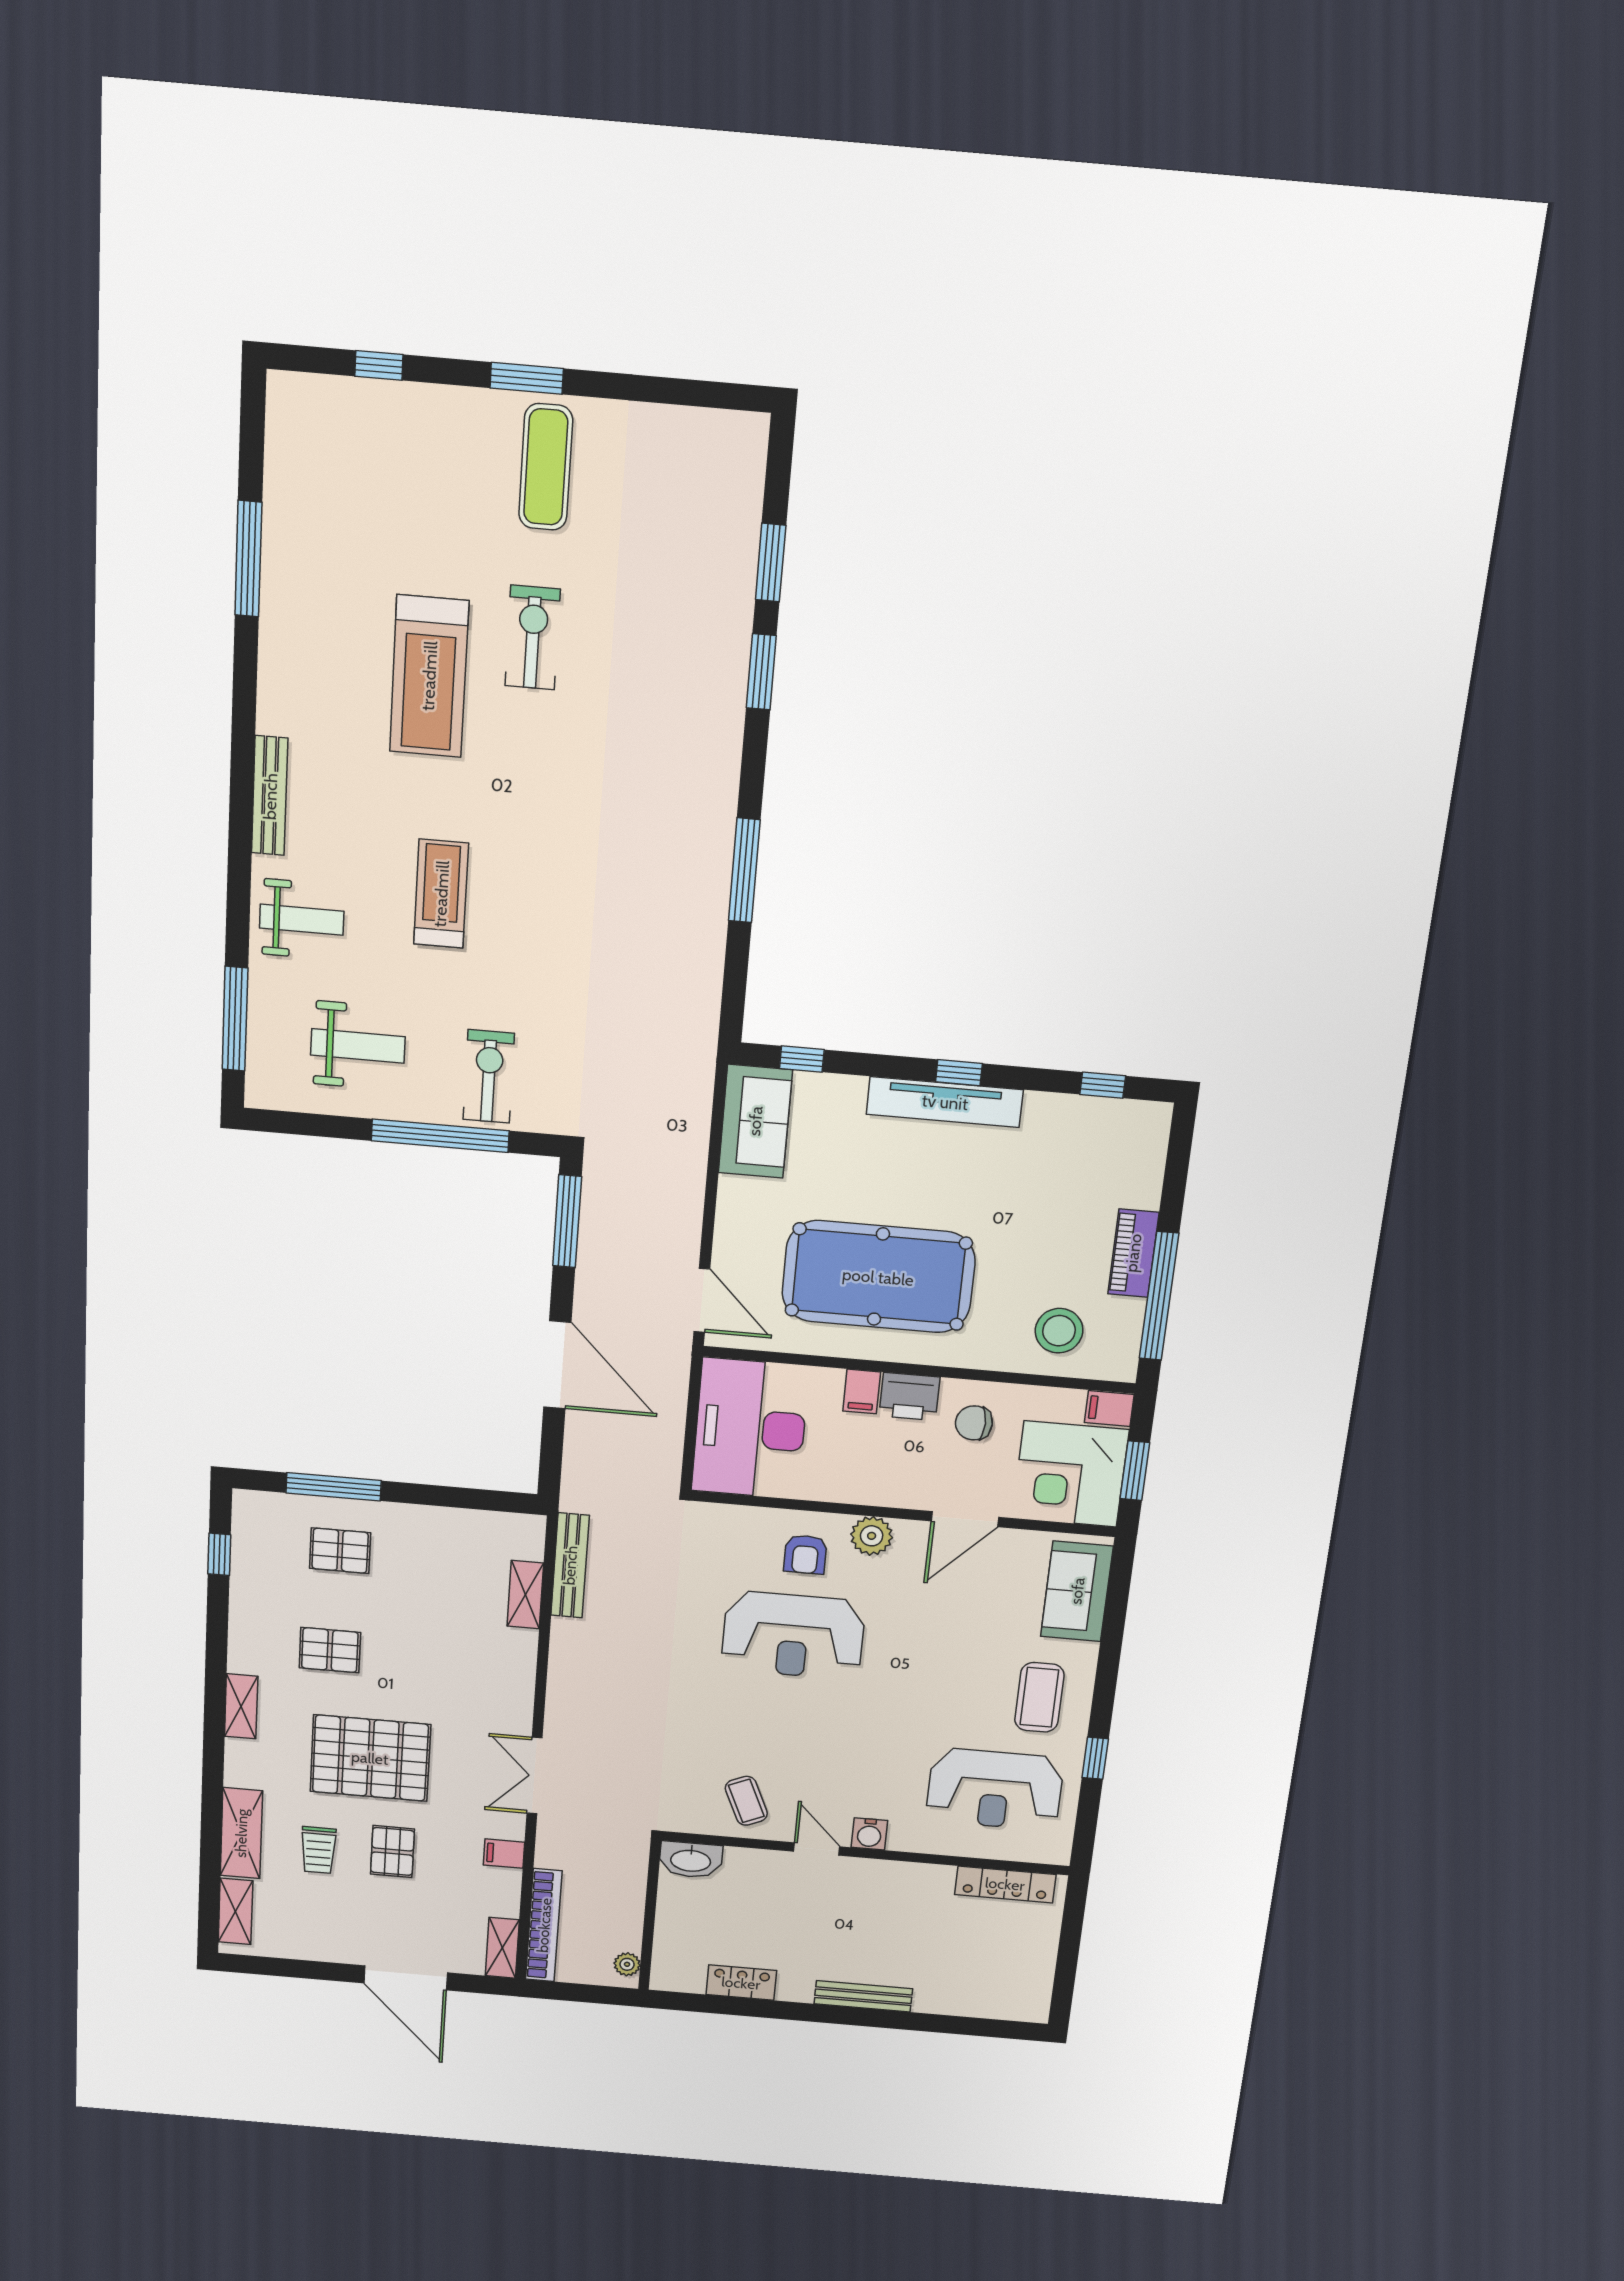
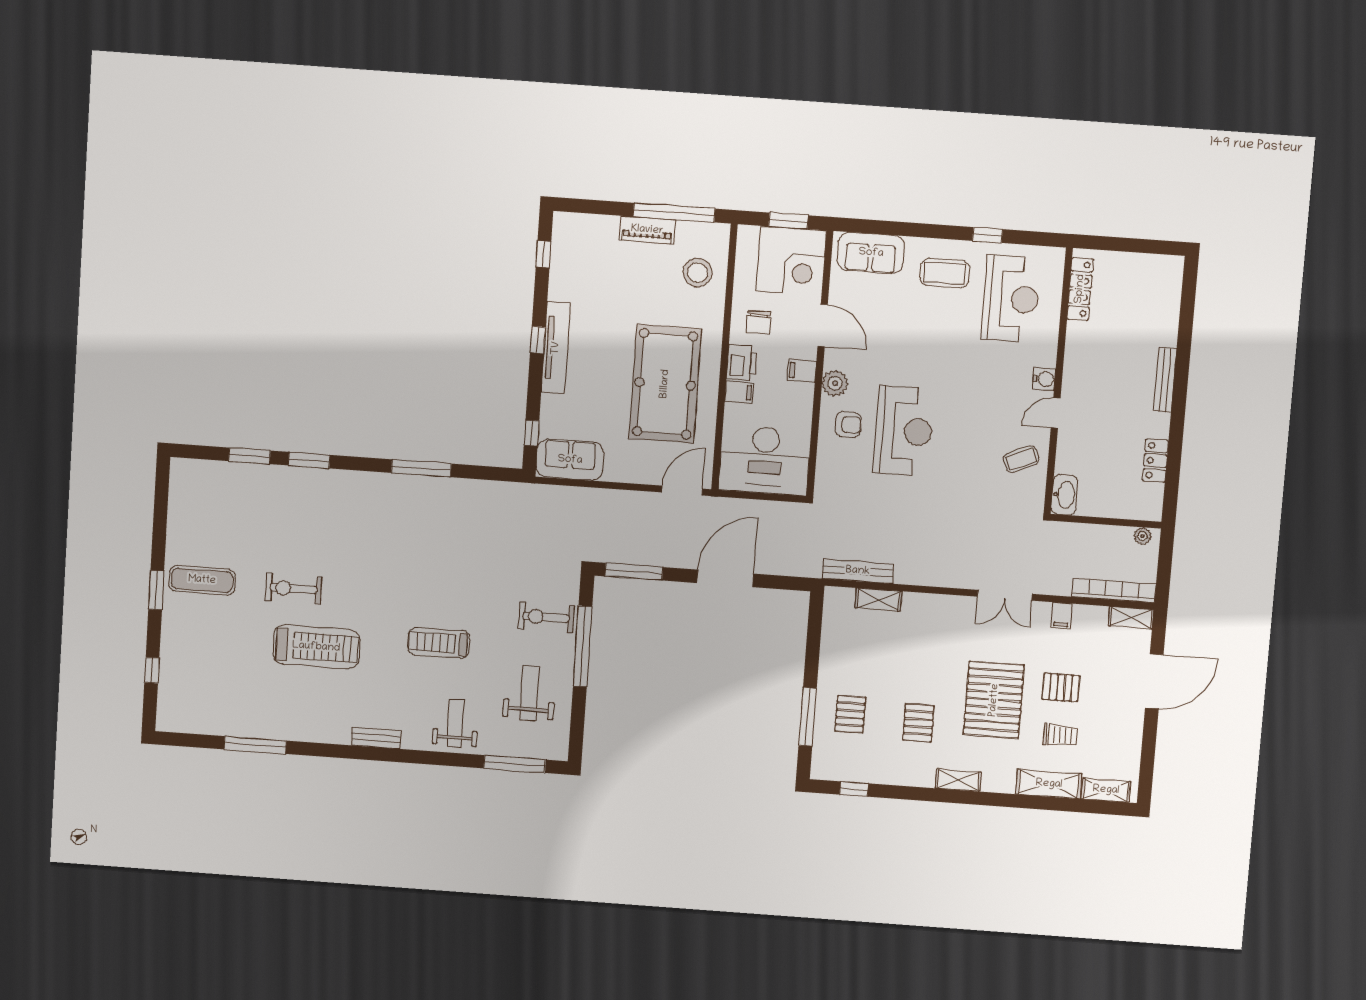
bench: (270, 796) -> (376, 738), width x0.73
filing cabinet: (1109, 1409) -> (802, 371), moved, turned 90

